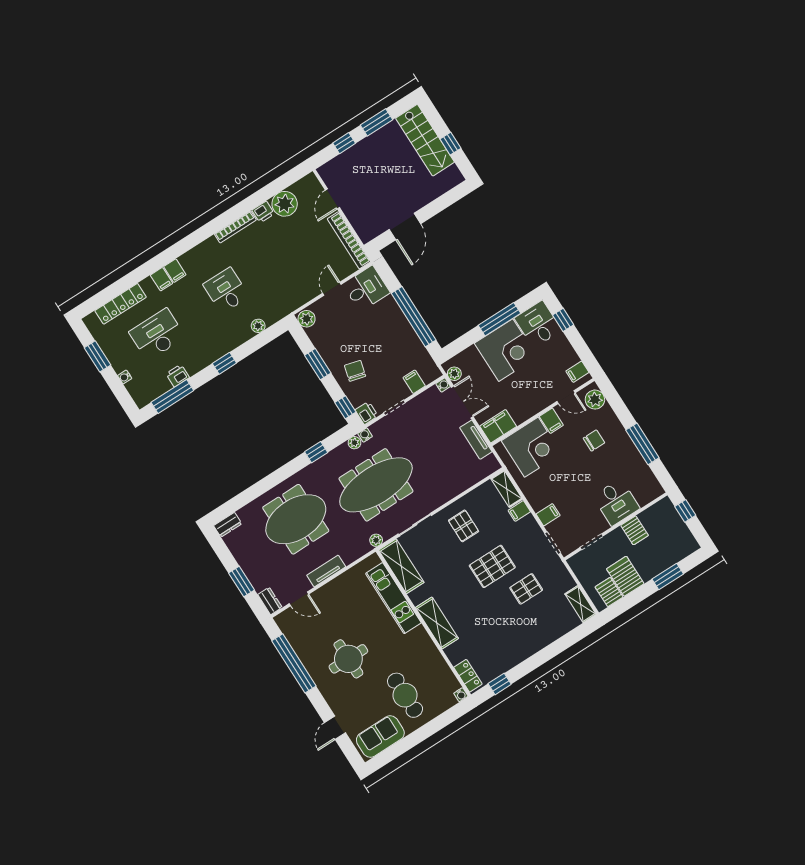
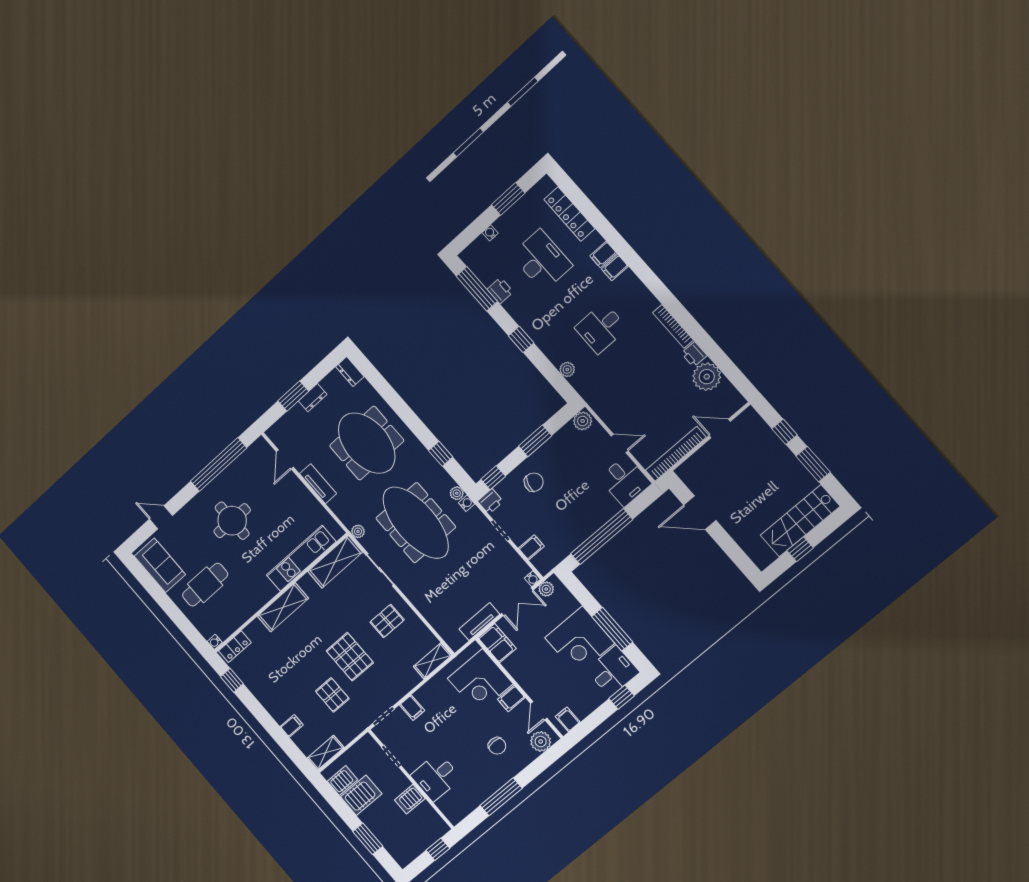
desk: (226, 290) -> (601, 328), turned 180
filing cabinet: (519, 511) -> (292, 726), moved, turned 90
dresser: (270, 601) -> (313, 398), moved

